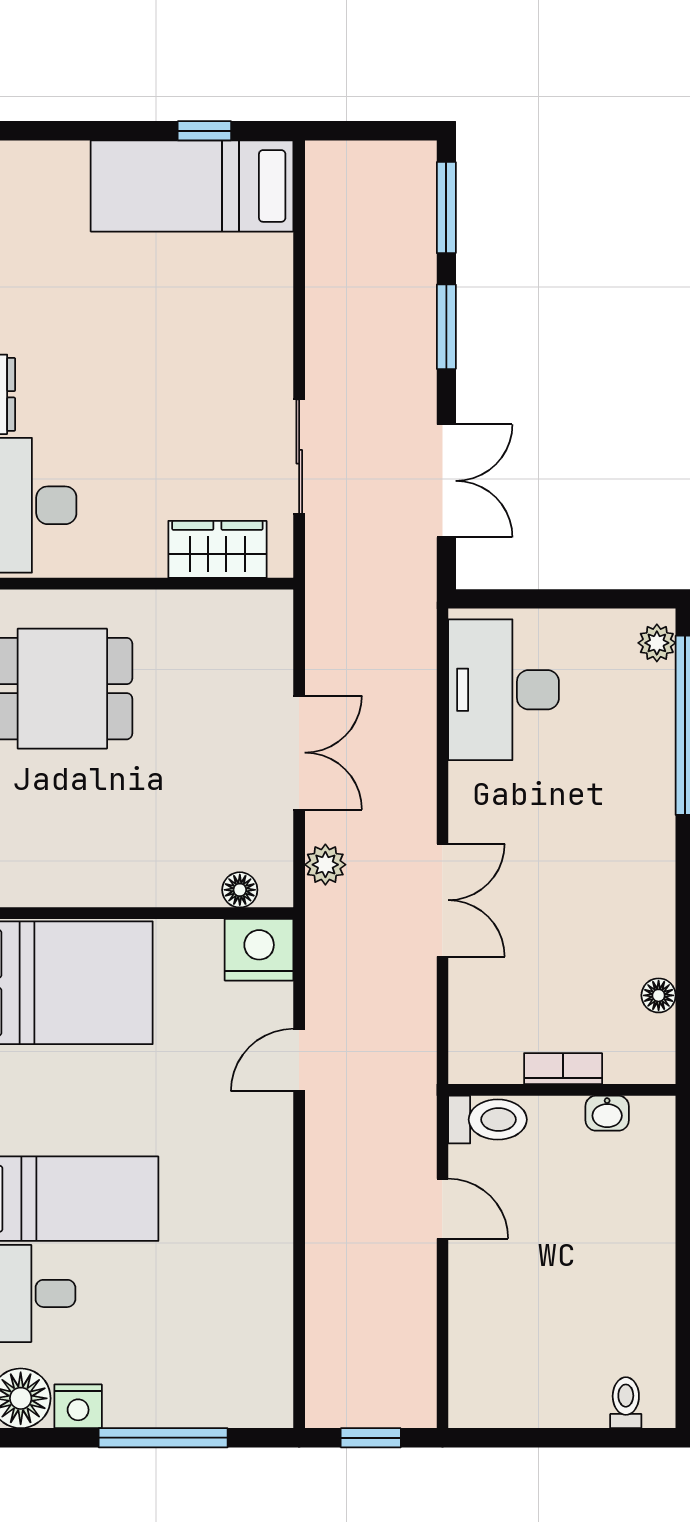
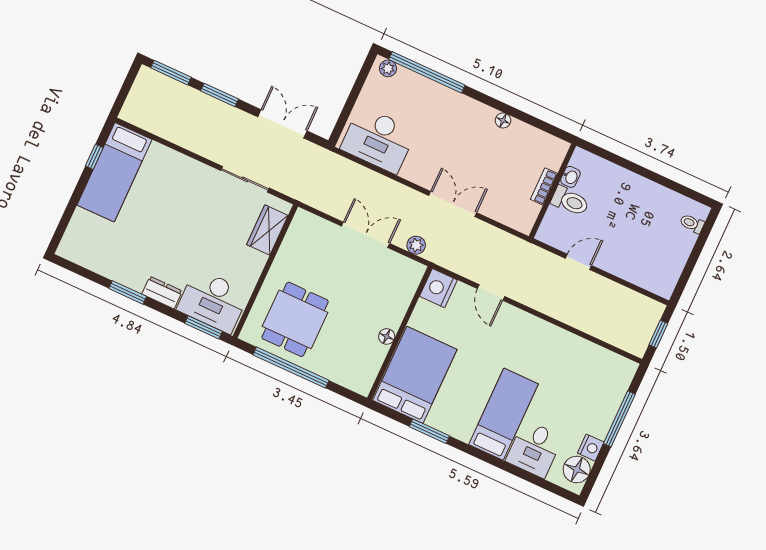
floor lamp: (240, 890) -> (387, 336), moved
floor lamp: (659, 995) -> (503, 120), moved
toilet: (487, 1120) -> (570, 201), moved, turned 90

